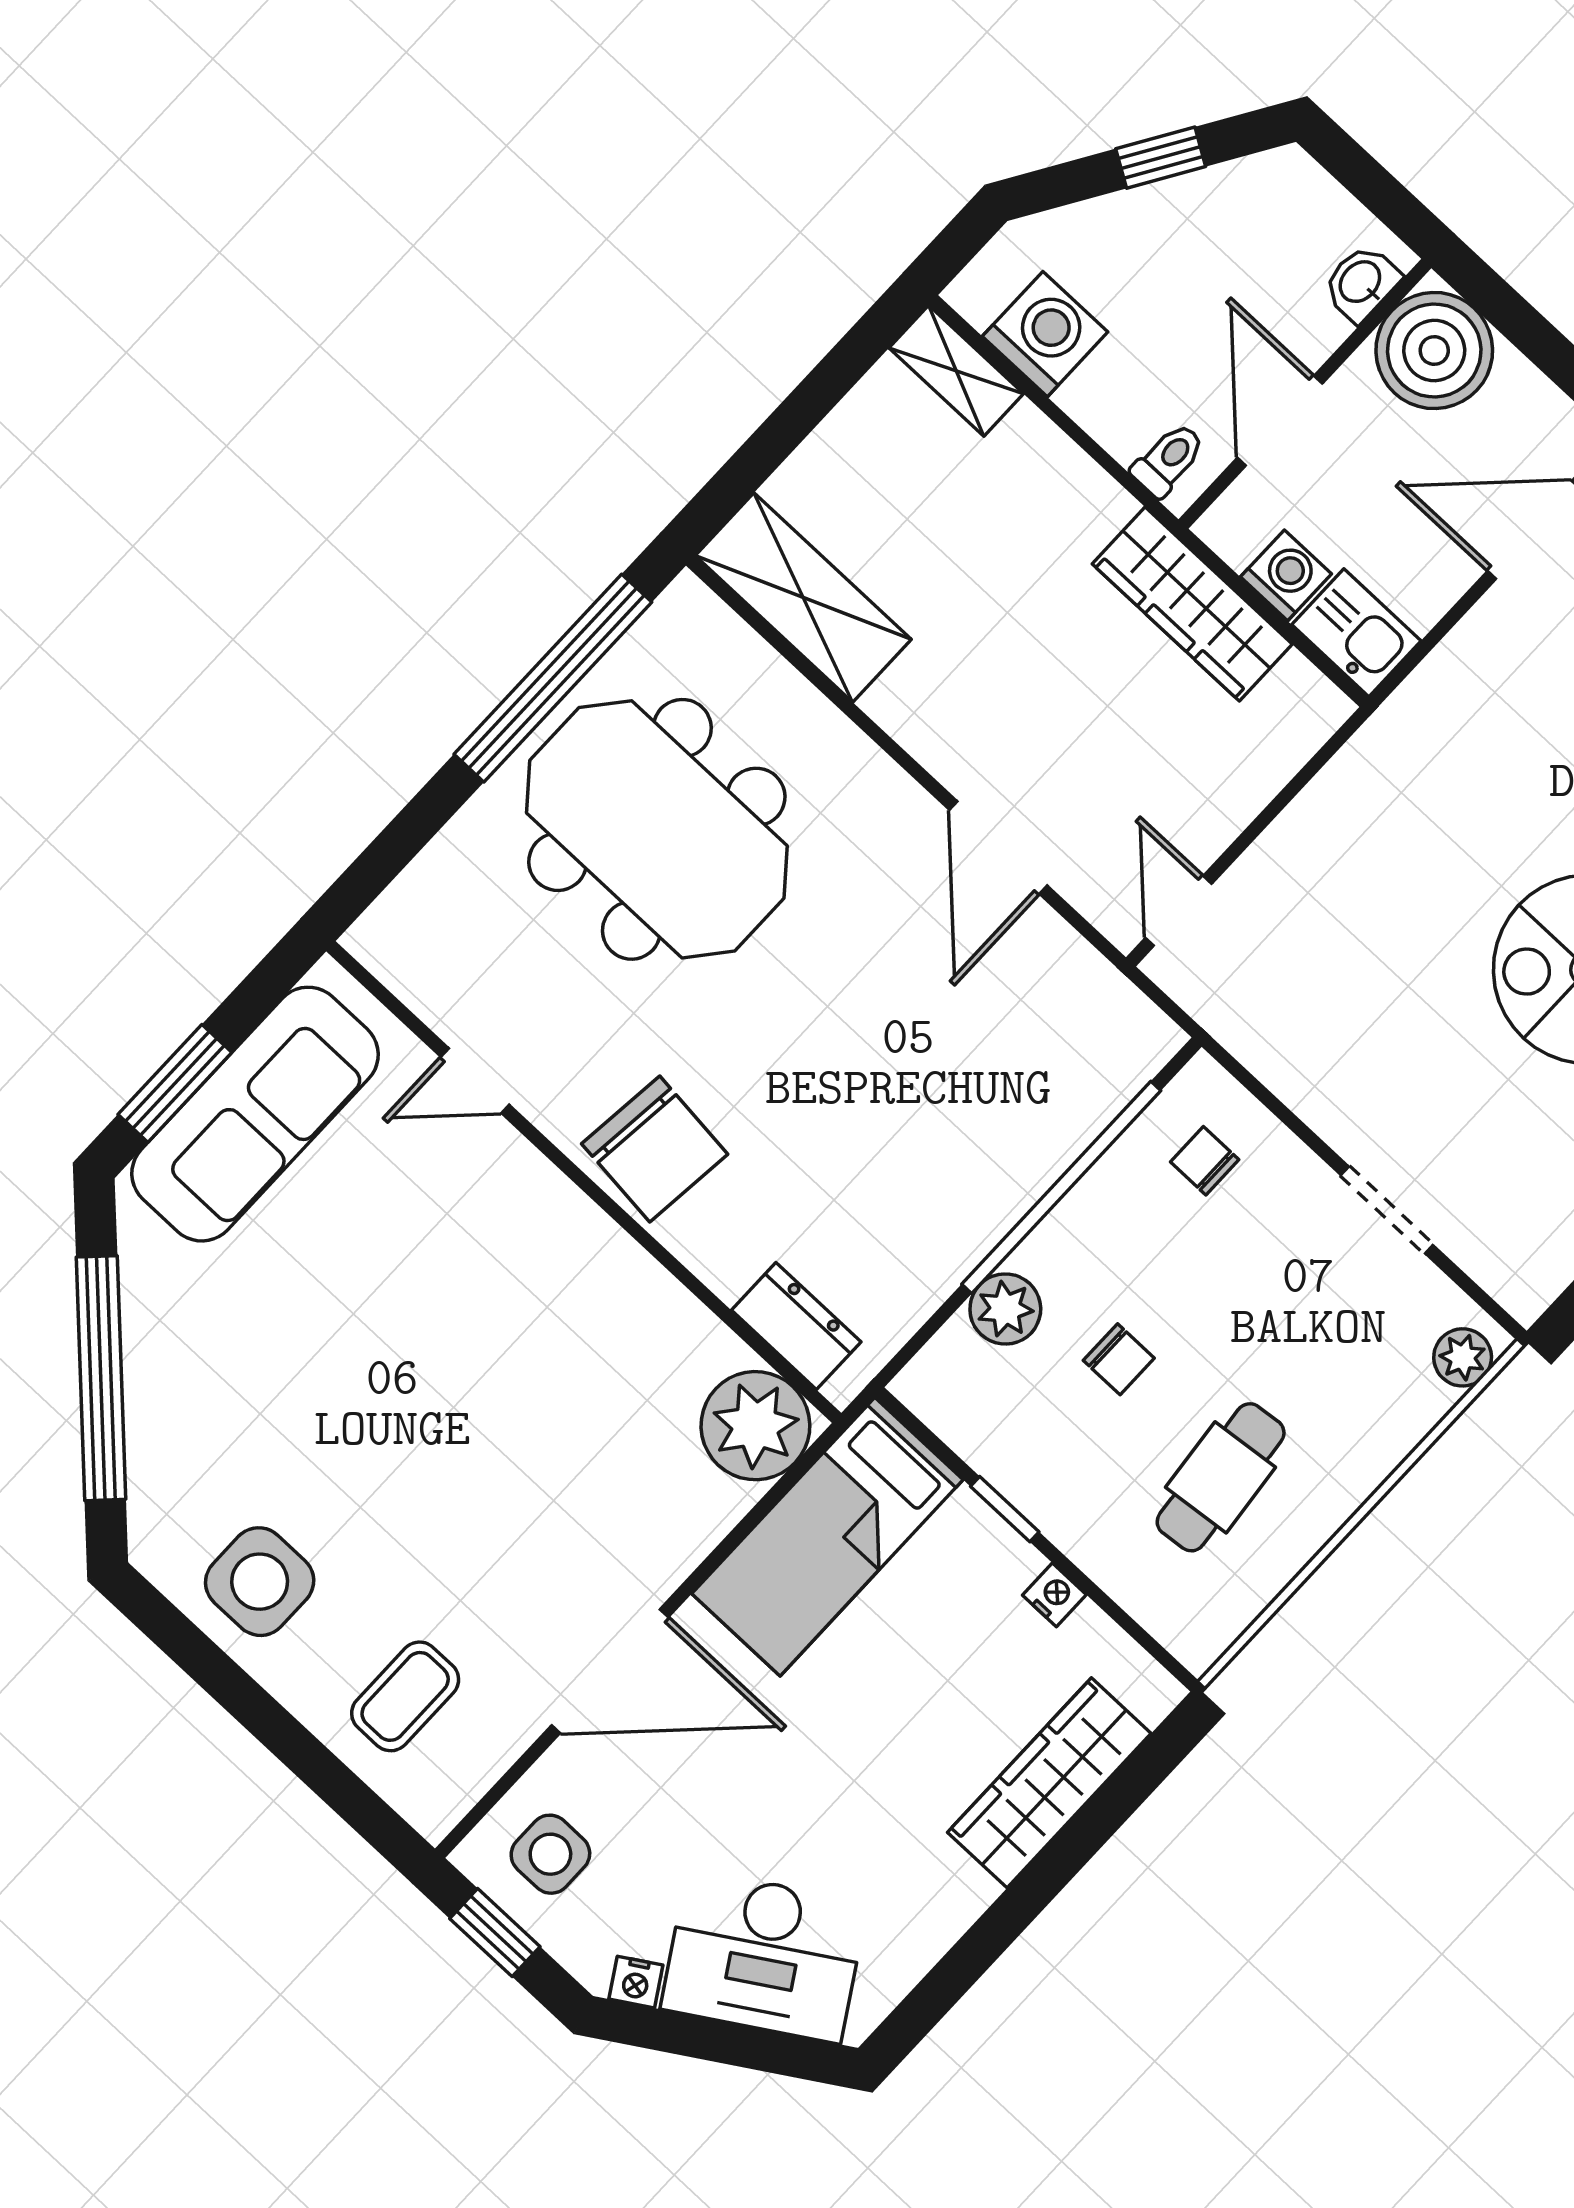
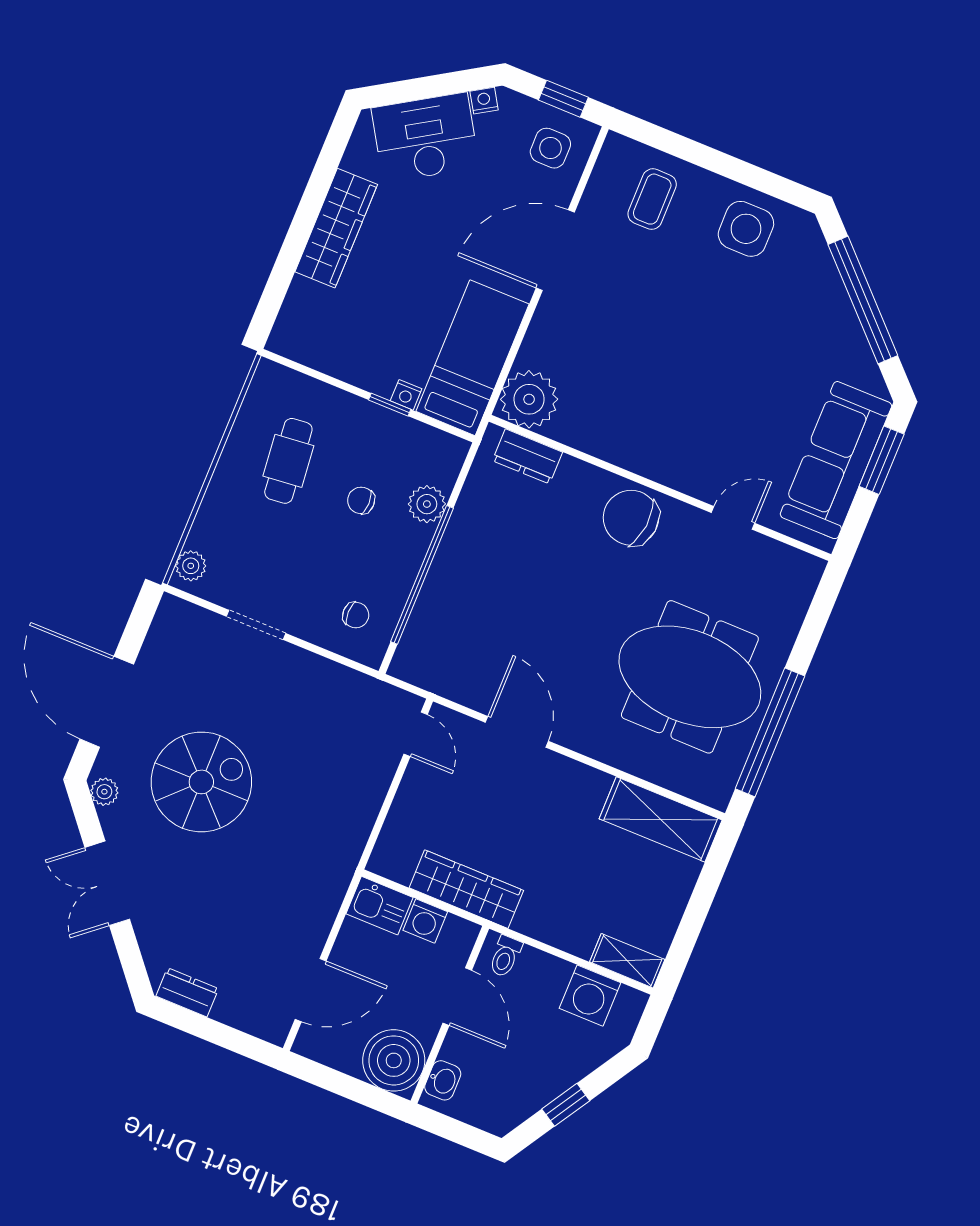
nightstand: (1054, 1595) -> (406, 395), moved
wardrobe: (1049, 1783) -> (336, 228), moved

